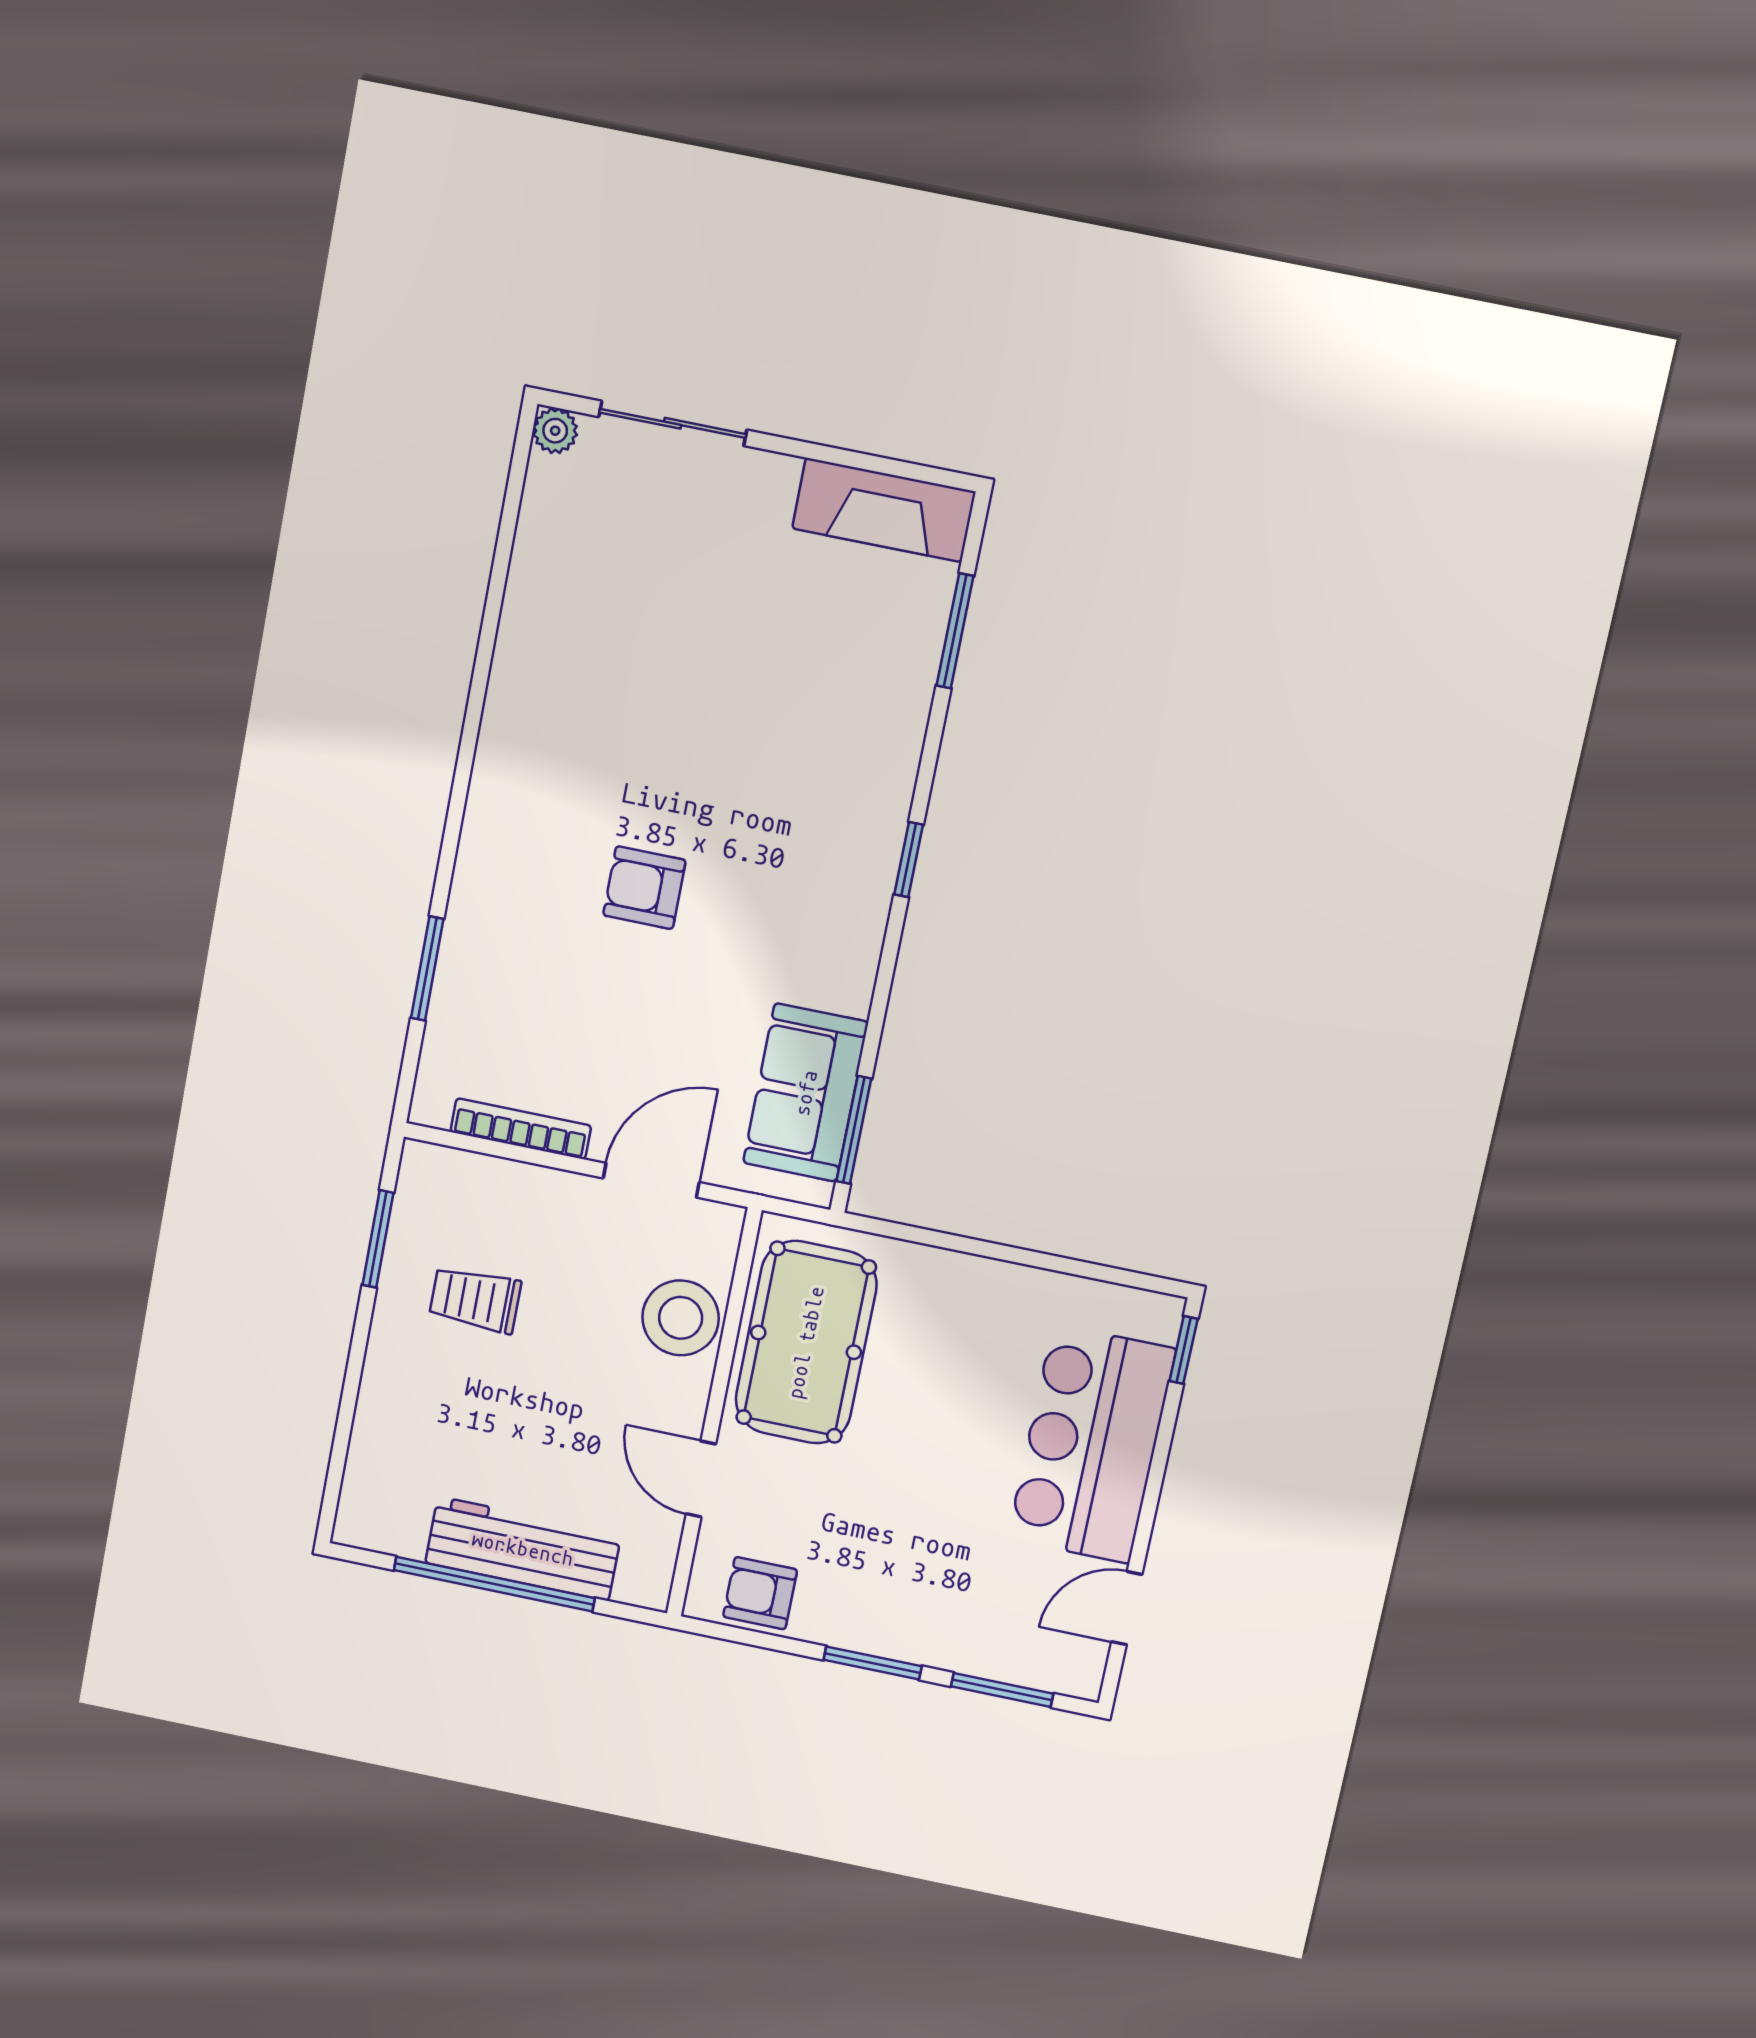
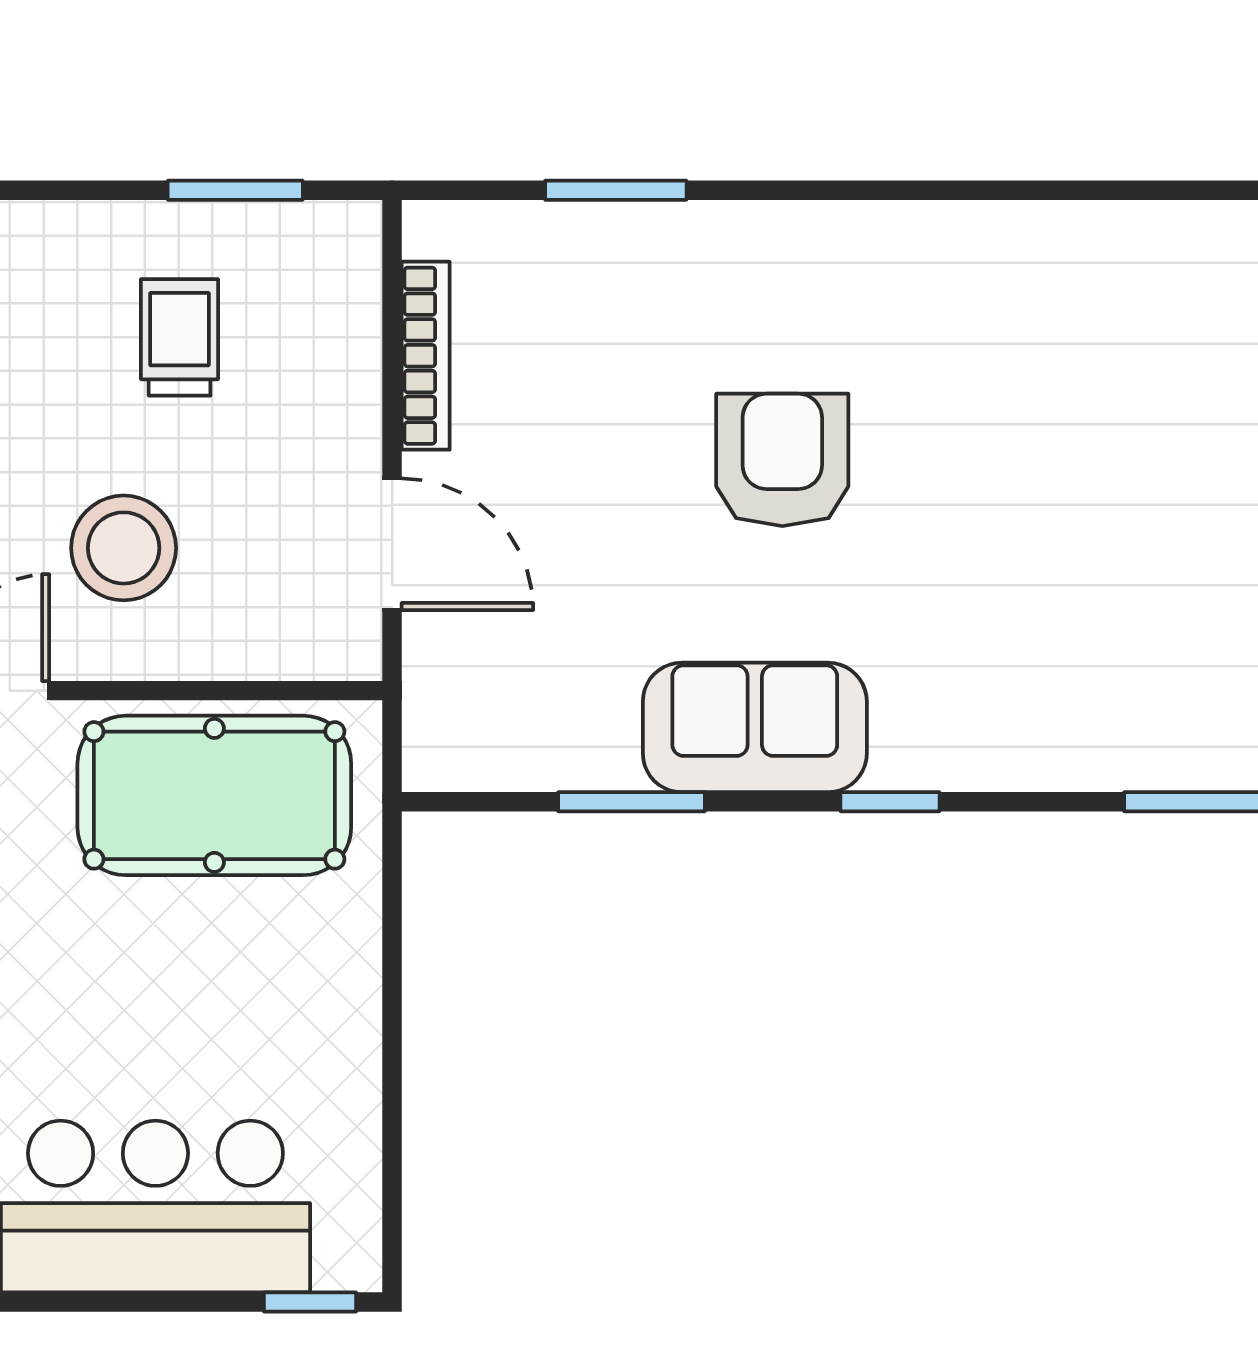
armchair: (644, 888) -> (782, 460), width x1.38, depth x1.38
sofa: (806, 1093) -> (755, 727), moved
window: (854, 1130) -> (631, 802), moved
stool: (681, 1318) -> (124, 548), moved

